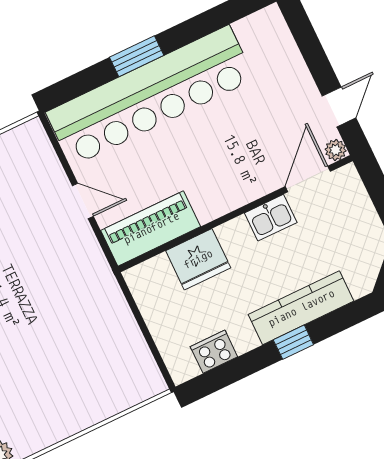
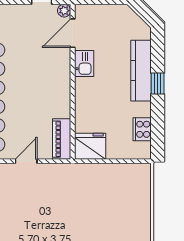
door: (308, 179) -> (73, 33), hinge flipped
piano: (151, 228) -> (62, 139), width x0.73, depth x0.75
fridge: (198, 259) -> (90, 146), moved, turned -90

